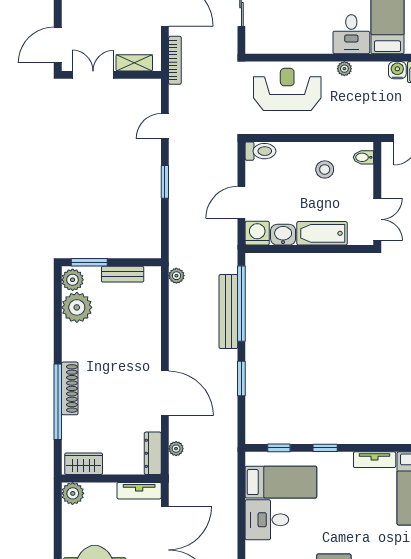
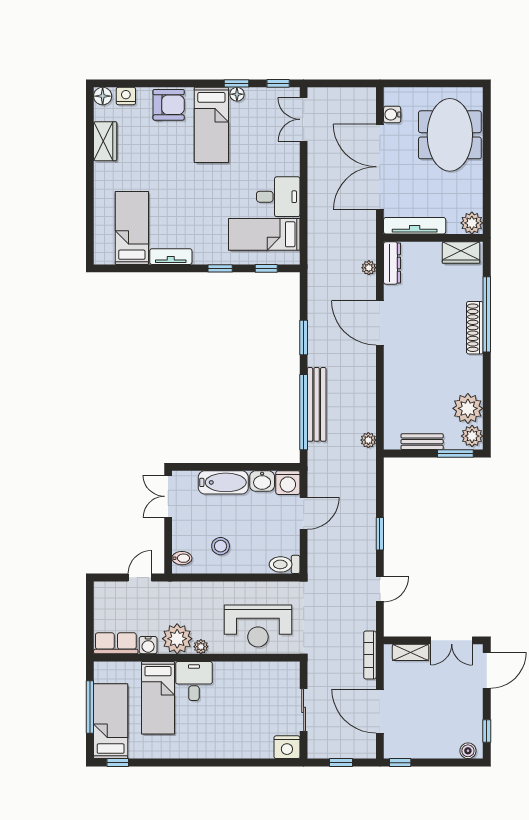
plant: (368, 77) -> (177, 639), added
tv unit: (139, 491) -> (415, 226), width x1.41

